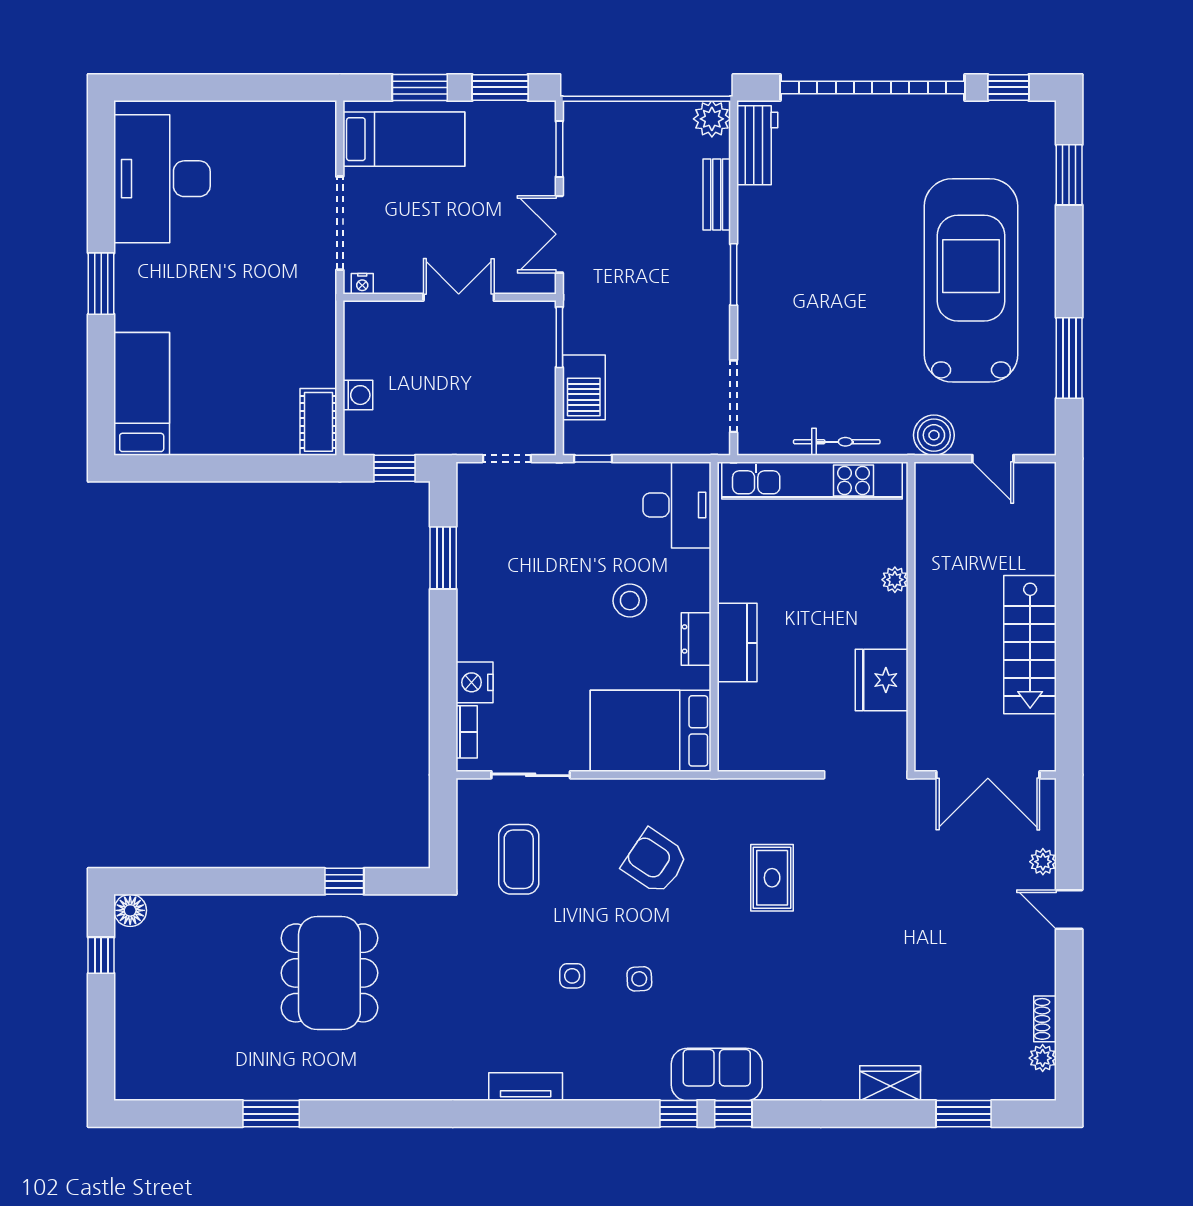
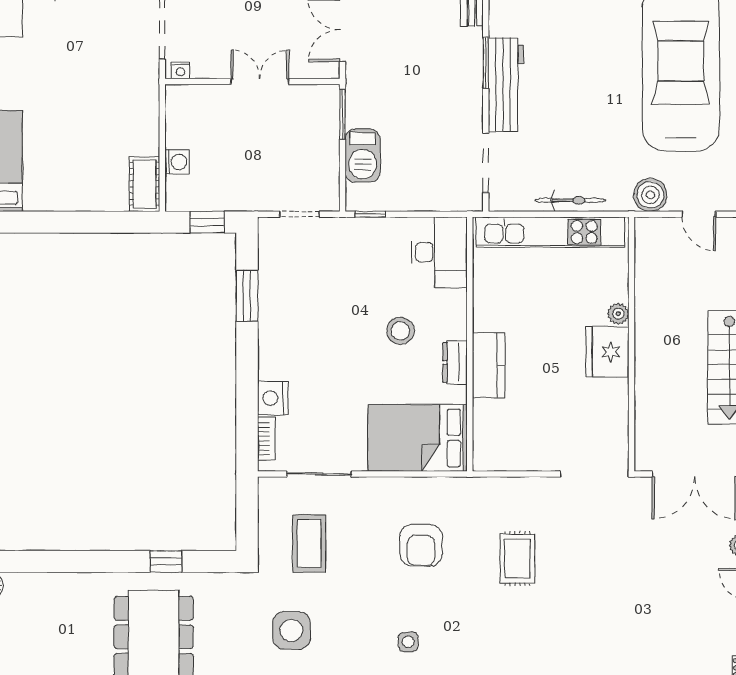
workbench: (758, 301) -> (506, 85), added
fridge: (882, 680) -> (607, 352), moved
armchair: (655, 862) -> (421, 545), turned -124
side table: (572, 976) -> (291, 630), moved, width x1.87, depth x1.87

